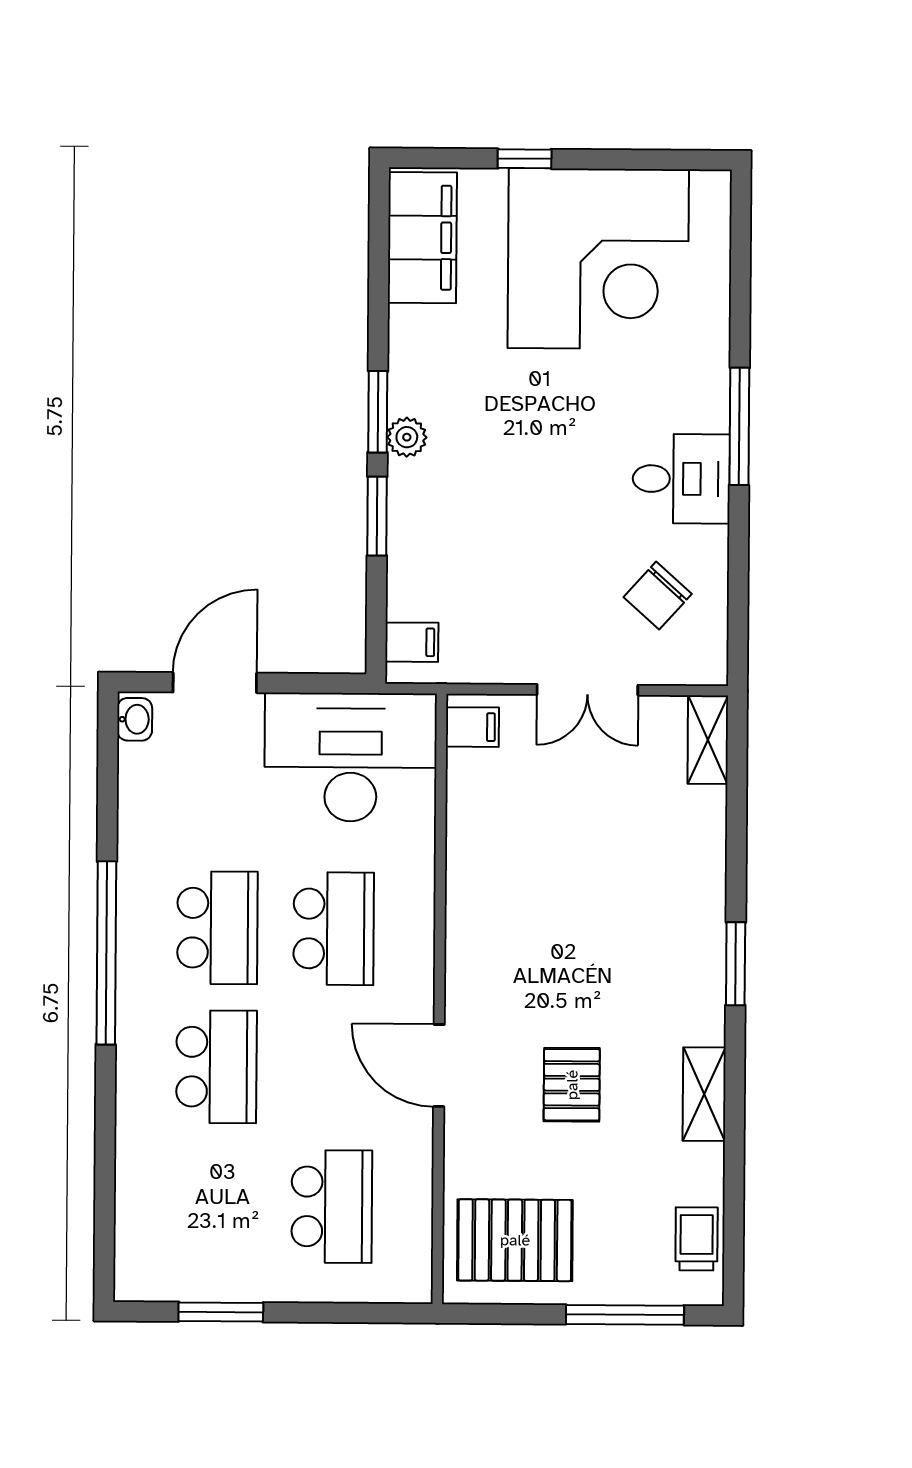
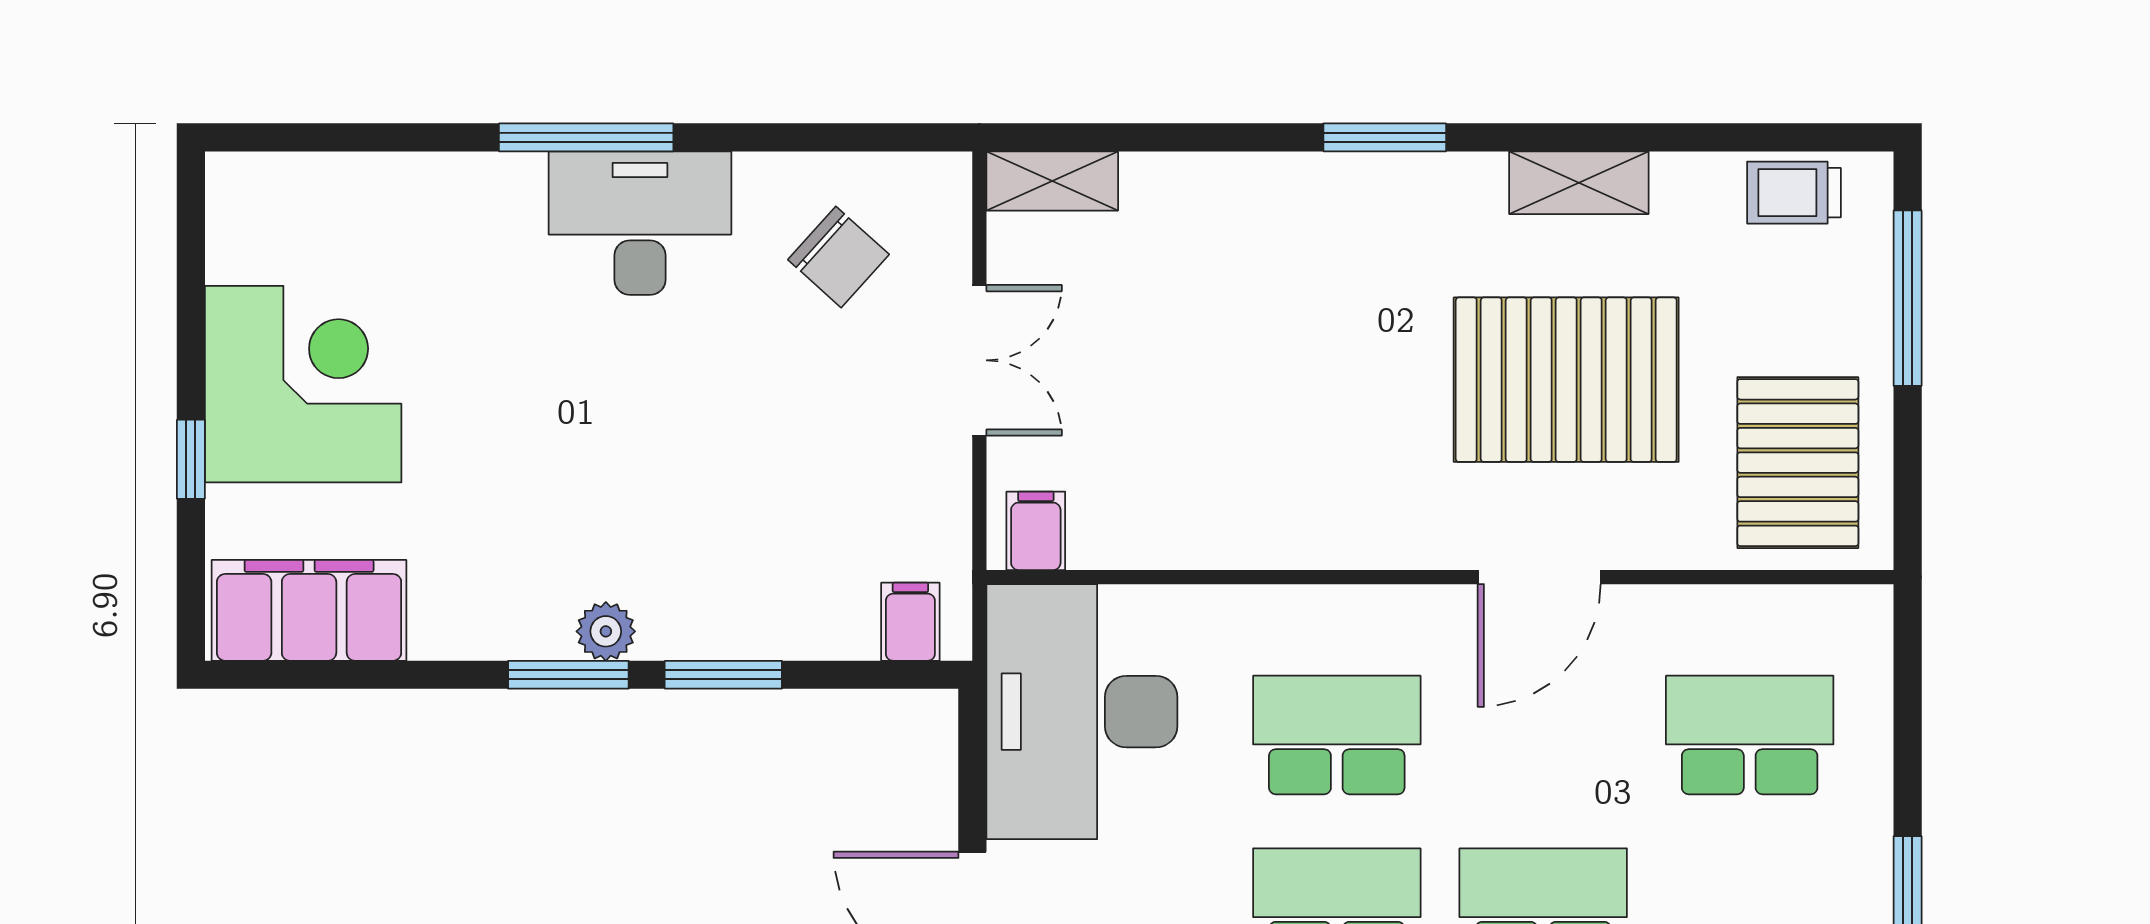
corner desk: (598, 259) -> (303, 384), width x0.74, depth x0.74
desk: (681, 479) -> (640, 223), width x1.37
pallet: (572, 1085) -> (1566, 380), width x2.05, depth x2.00

